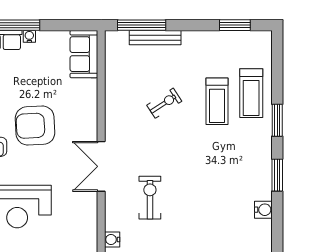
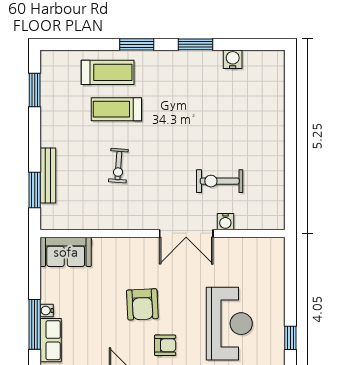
window: (142, 25) -> (35, 190), width x0.69
treadmill: (217, 101) -> (116, 109), turned 180
exercise bike: (164, 103) -> (118, 166), turned -143
armchair: (35, 126) -> (142, 304), width x0.73, depth x0.73
water cooler: (112, 239) -> (225, 222), moved

